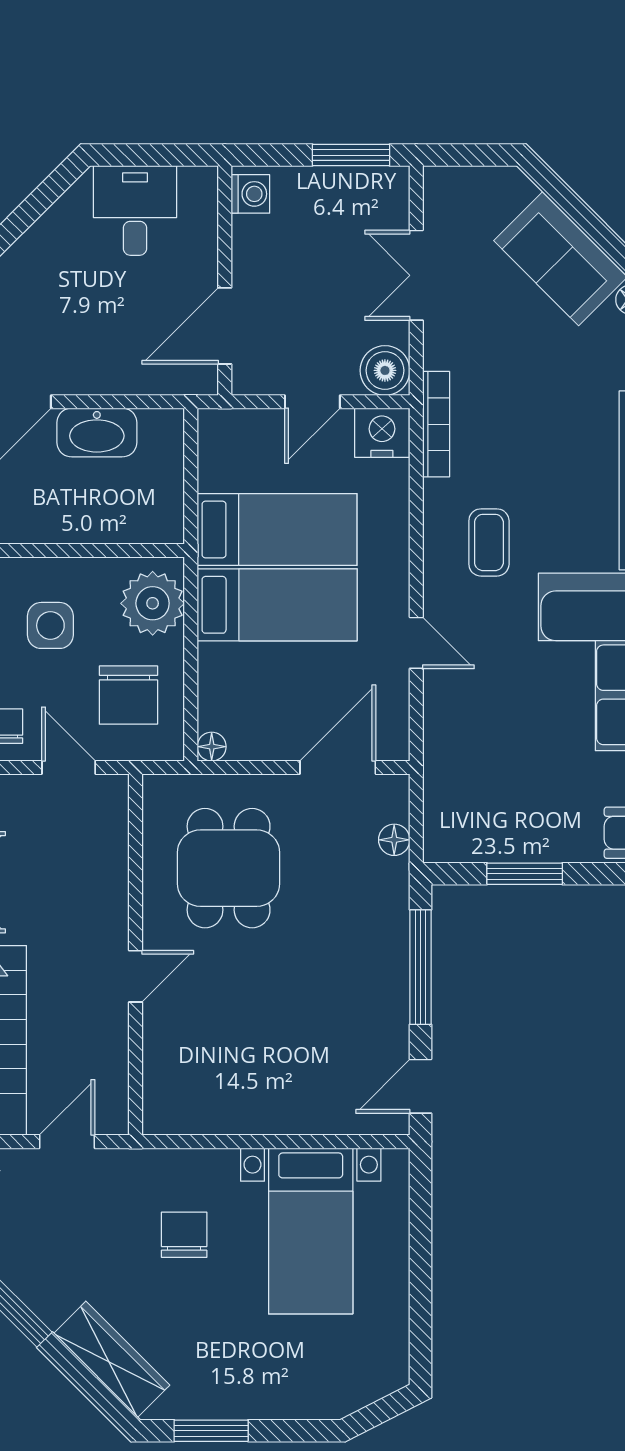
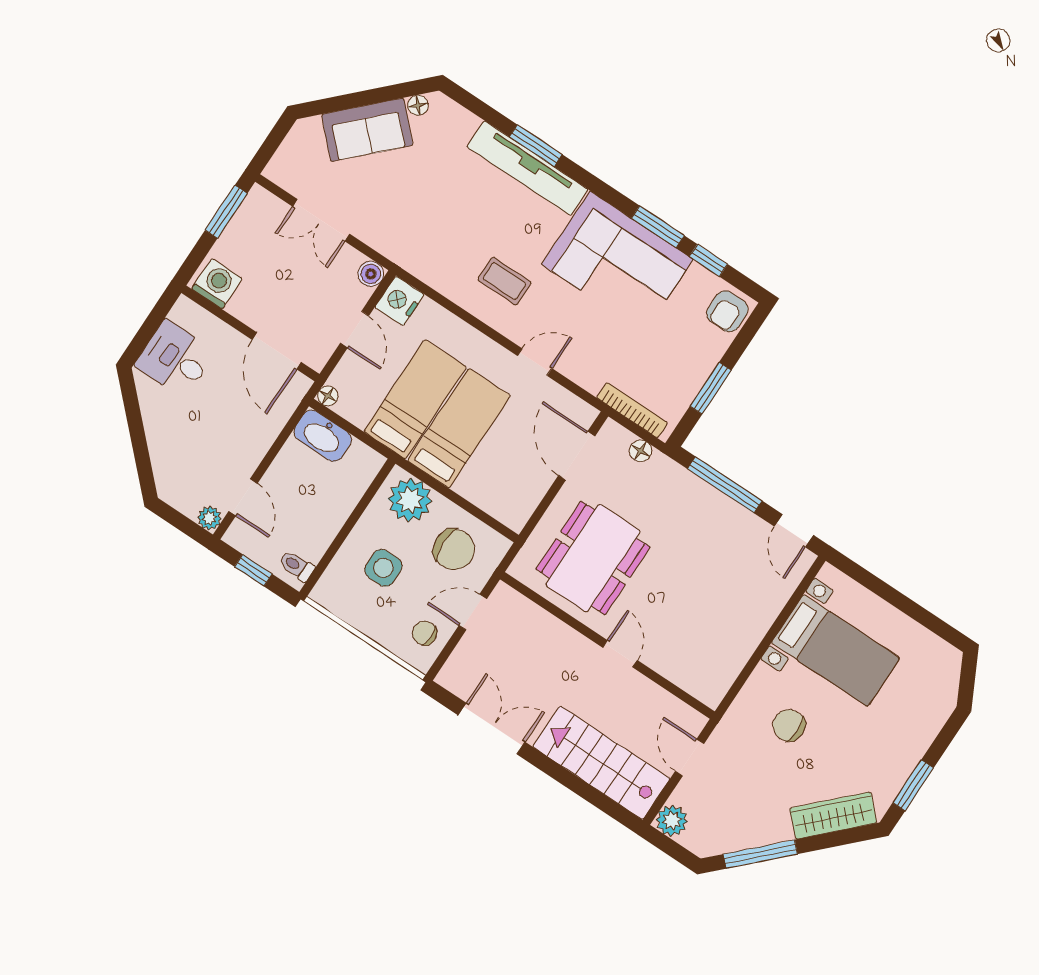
washing machine: (250, 194) -> (217, 284), width x1.38, depth x1.38
boiler: (385, 370) -> (371, 274), width x0.73, depth x0.73
bookcase: (436, 424) -> (632, 410), moved
washbasin: (97, 433) -> (323, 436), moved, turned 90
floor lamp: (212, 747) -> (328, 396), moved
dining table: (229, 868) -> (593, 558), width x1.37

